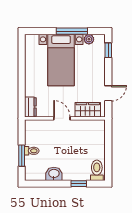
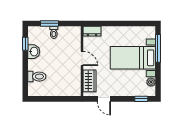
window: (72, 31) -> (158, 48), moved
door: (62, 118) -> (82, 58), hinge flipped
toilet: (97, 170) -> (37, 77), moved
window: (79, 184) -> (25, 44), moved

